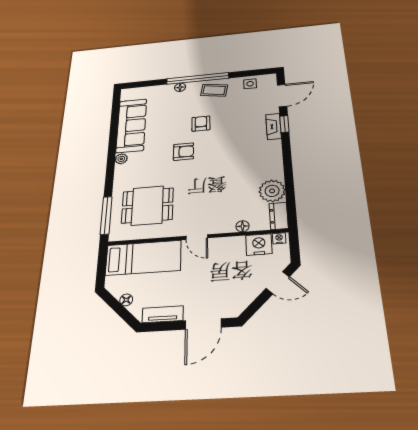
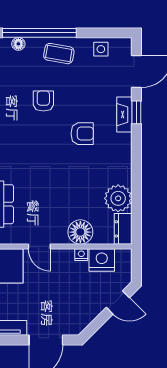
armchair: (184, 152) -> (82, 134), moved
floor lamp: (243, 226) -> (80, 232), width x1.89, depth x1.89
nightstand: (279, 238) -> (81, 255), moved

